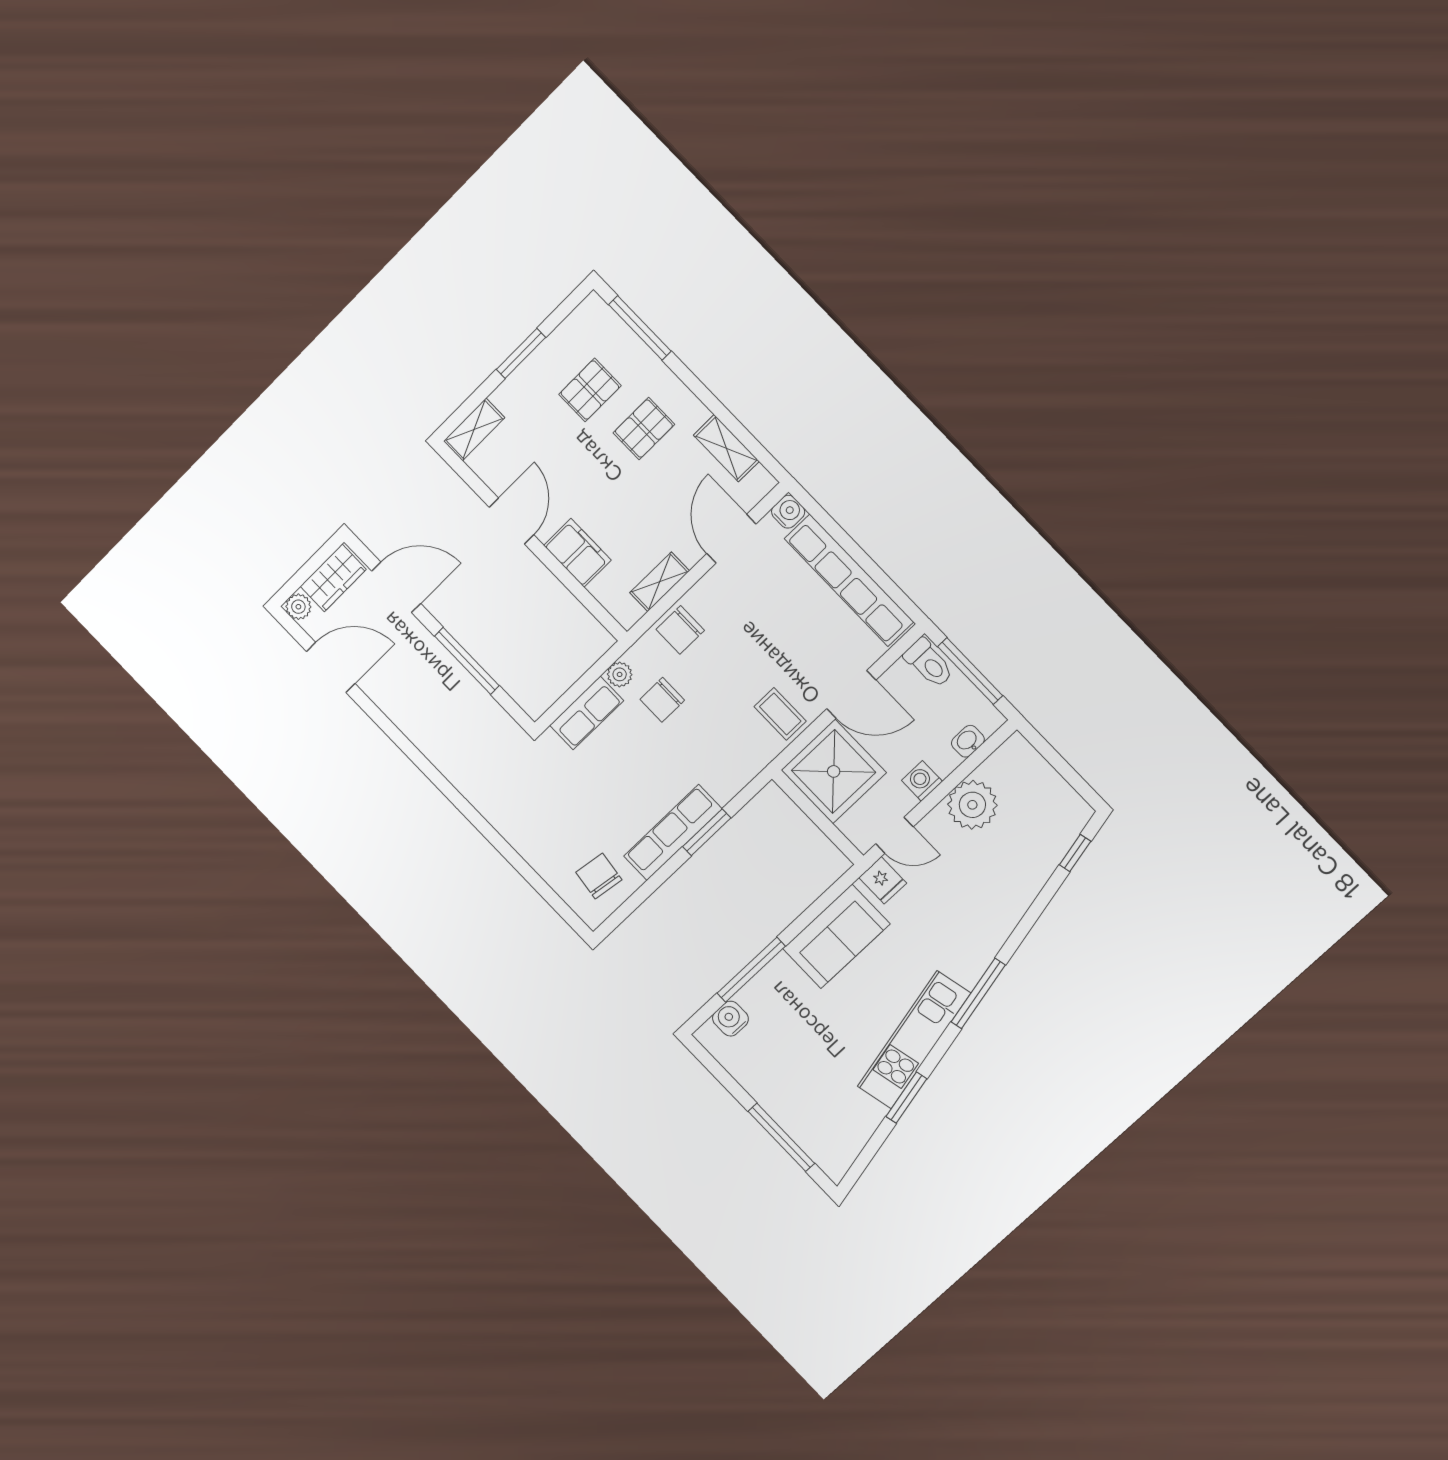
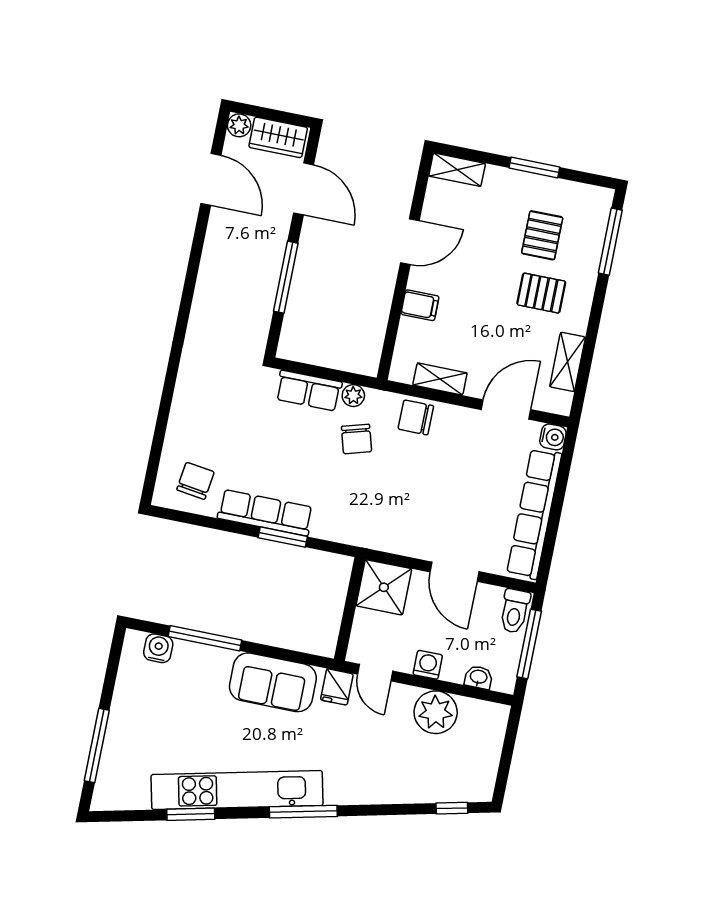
pallet: (590, 390) -> (542, 235), turned 90
filing cabinet: (577, 553) -> (420, 305), width x0.50
chair: (662, 700) -> (356, 439), turned -106
coffee table: (780, 714) -> (405, 531), removed
shower: (834, 771) -> (384, 587), width x0.73, depth x0.73
kitchen unit: (914, 1040) -> (237, 790), width x1.36

